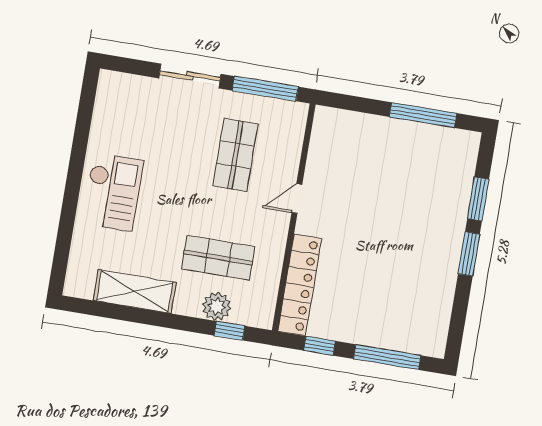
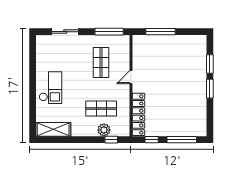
sliding door: (190, 76) -> (65, 32), moved
window: (423, 115) -> (161, 32), moved
shelving: (135, 291) -> (53, 129), moved

